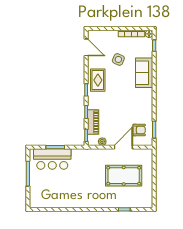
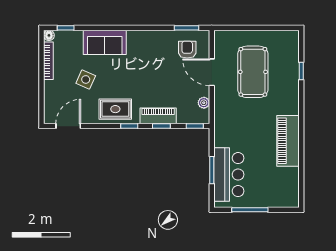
piano: (93, 122) -> (158, 116), moved
piano: (76, 200) -> (288, 141), added

